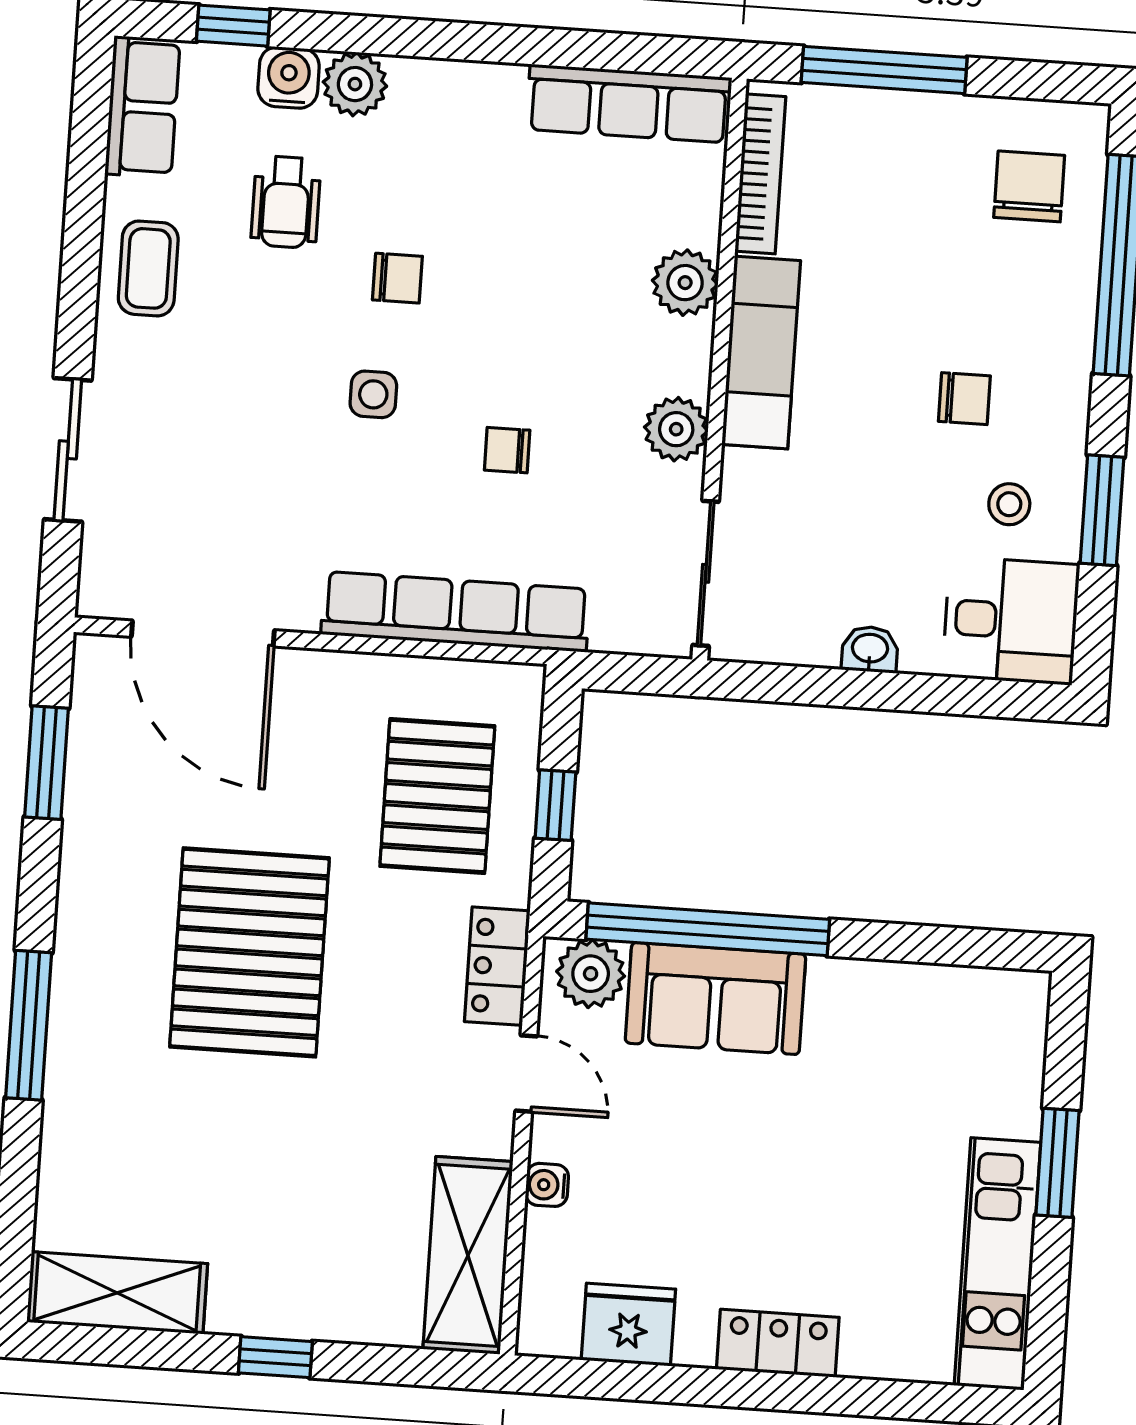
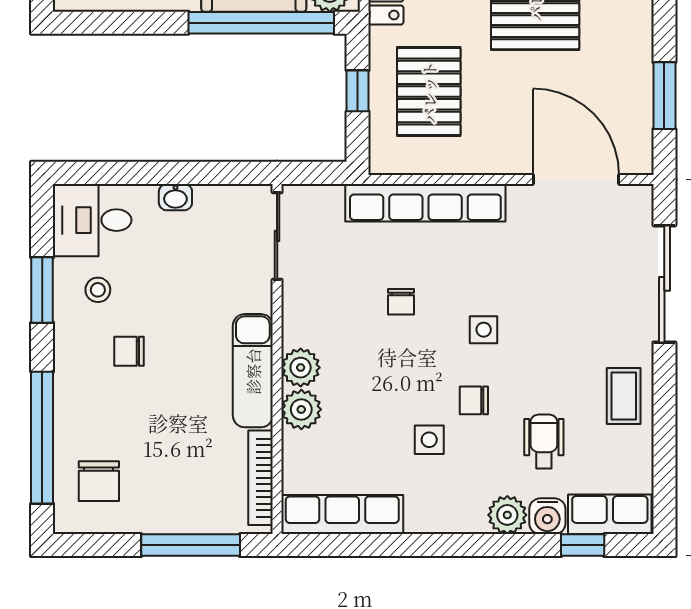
row of seats: (143, 107) -> (610, 514), moved, turned 90
side table: (476, 218) -> (429, 440), added
plant: (676, 429) -> (301, 368), moved
sliding door: (68, 450) -> (664, 284), width x1.37
chair: (507, 450) -> (401, 302), turned 90

